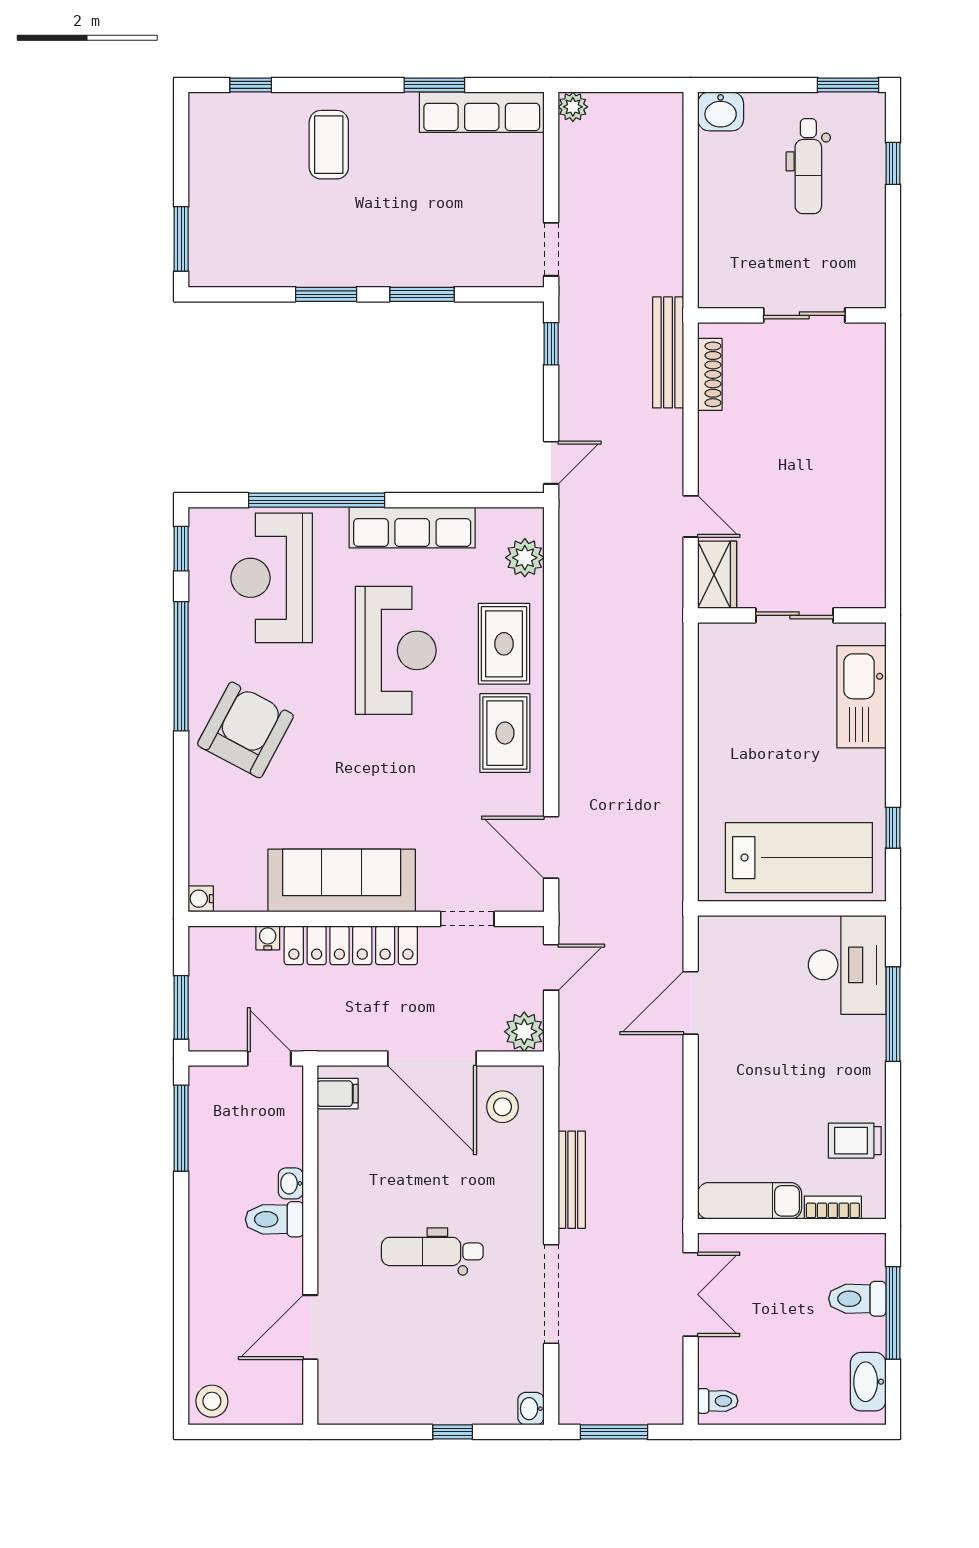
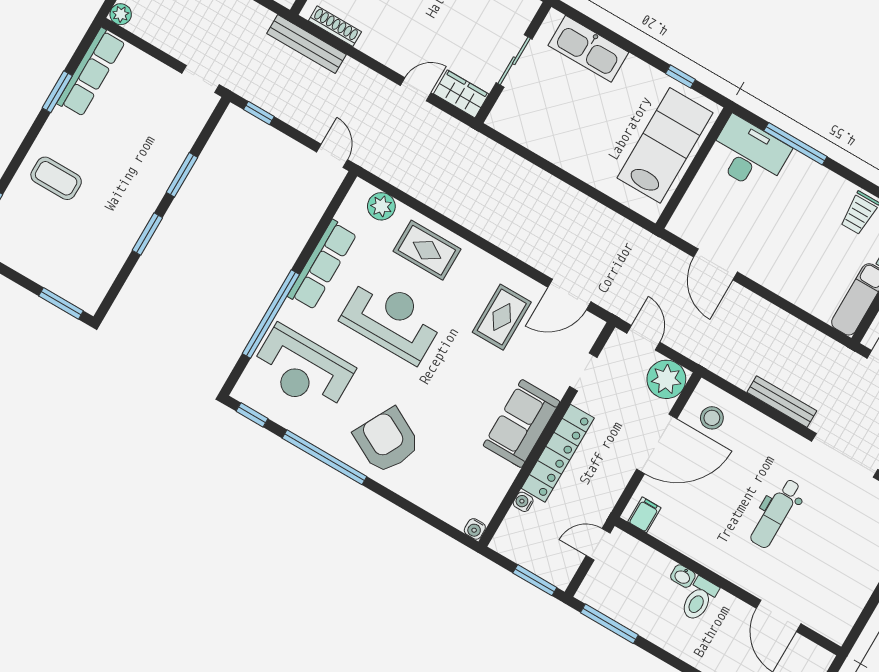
rug: (505, 733) -> (502, 317), moved, turned 90
sofa: (342, 881) -> (521, 424), width x0.73
plant: (524, 1032) -> (666, 379), width x1.36, depth x1.36

